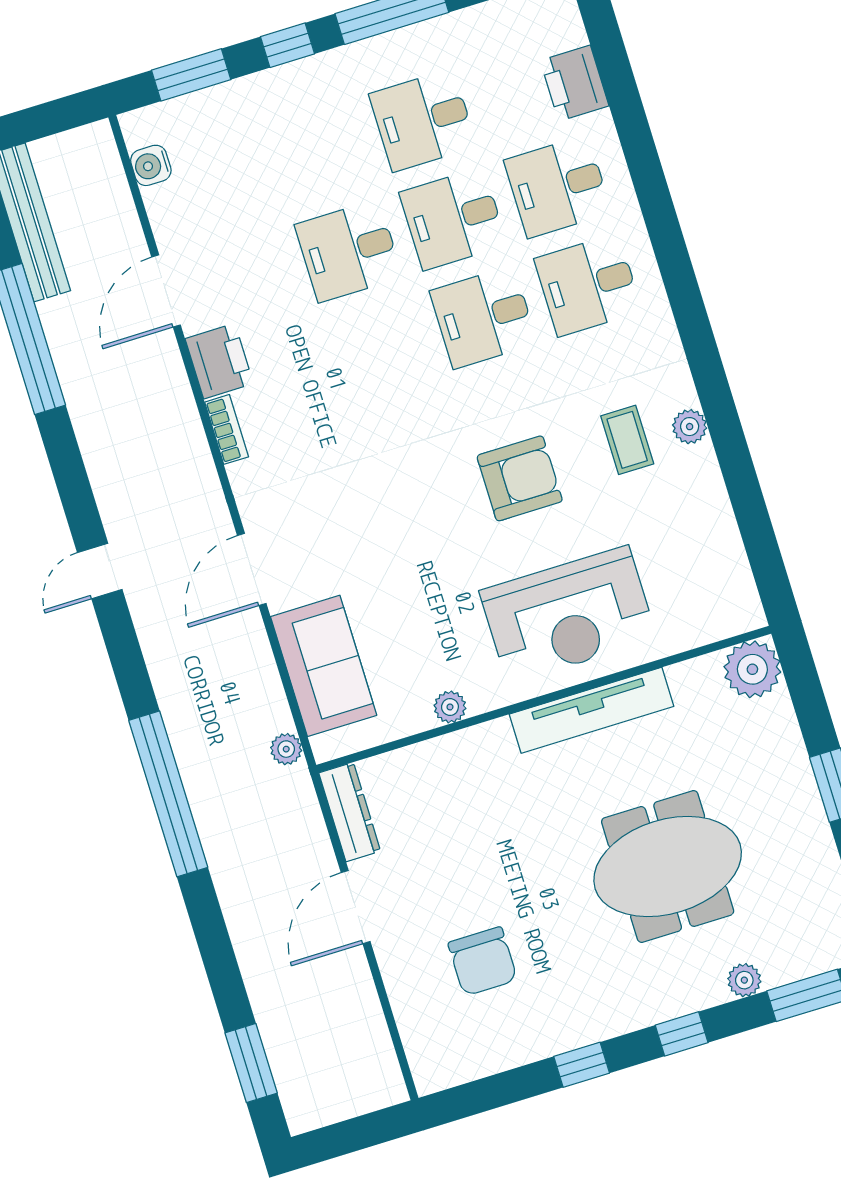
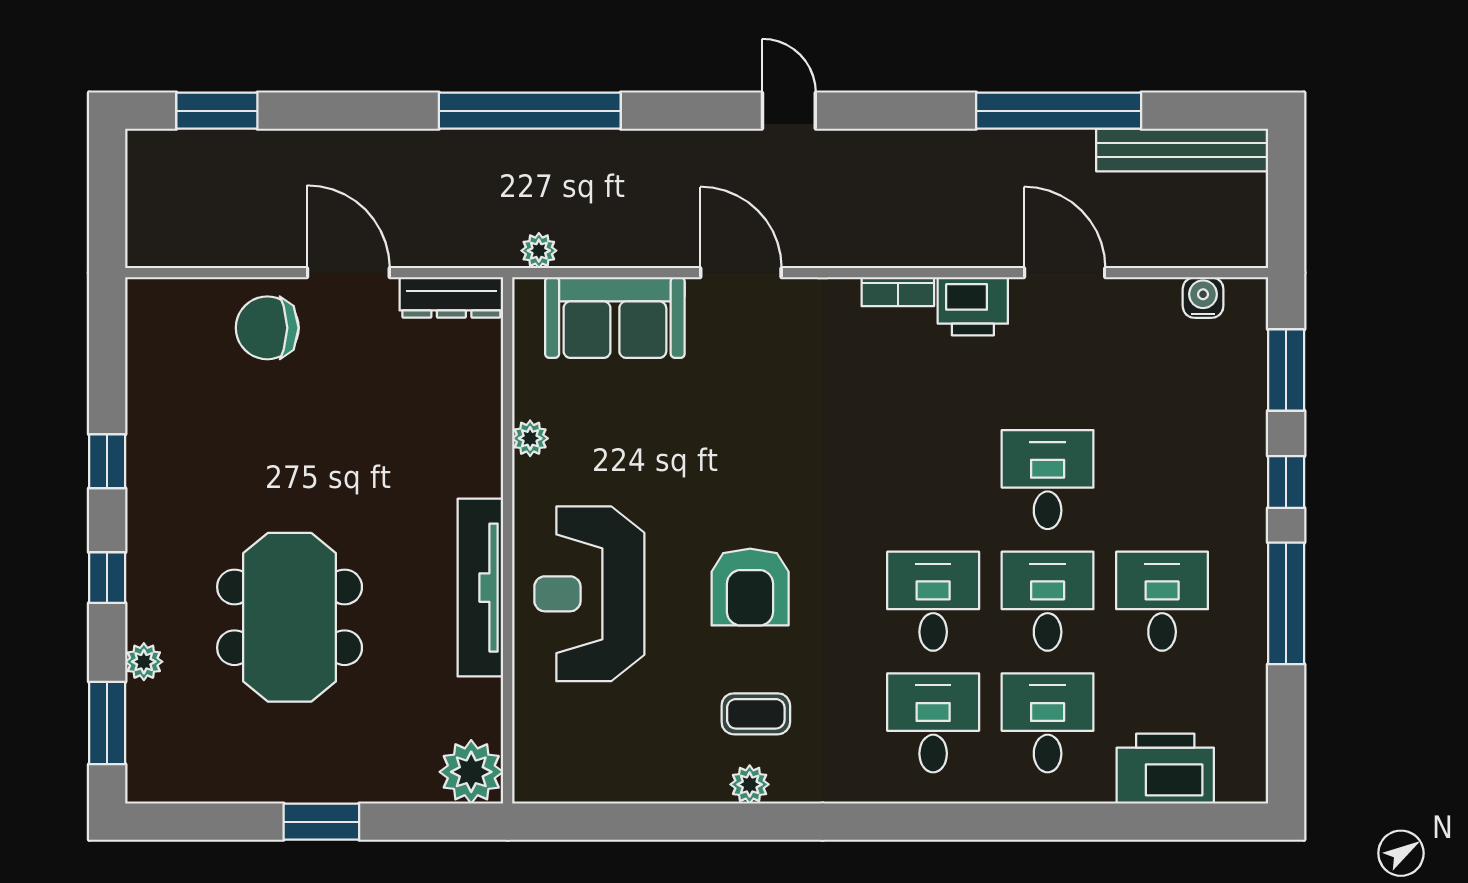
printer: (574, 83) -> (1165, 769), width x1.37, depth x1.19
chair: (483, 961) -> (267, 328), moved

